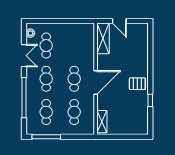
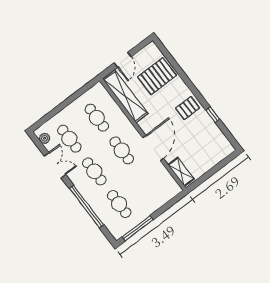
door: (119, 21) -> (123, 60), hinge flipped
shelving: (103, 38) -> (125, 96), width x1.47
pallet: (133, 48) -> (157, 76), added
door: (96, 83) -> (153, 148), moved
cafe table: (74, 112) -> (97, 118), moved

